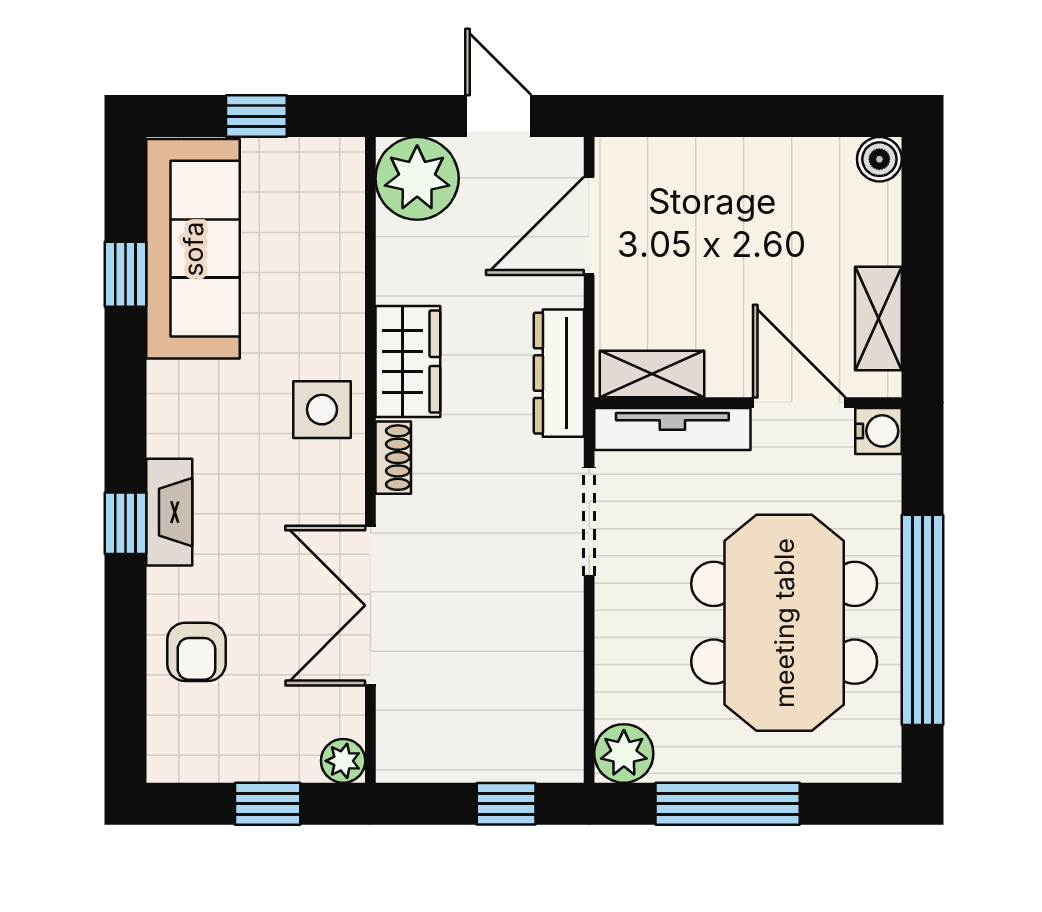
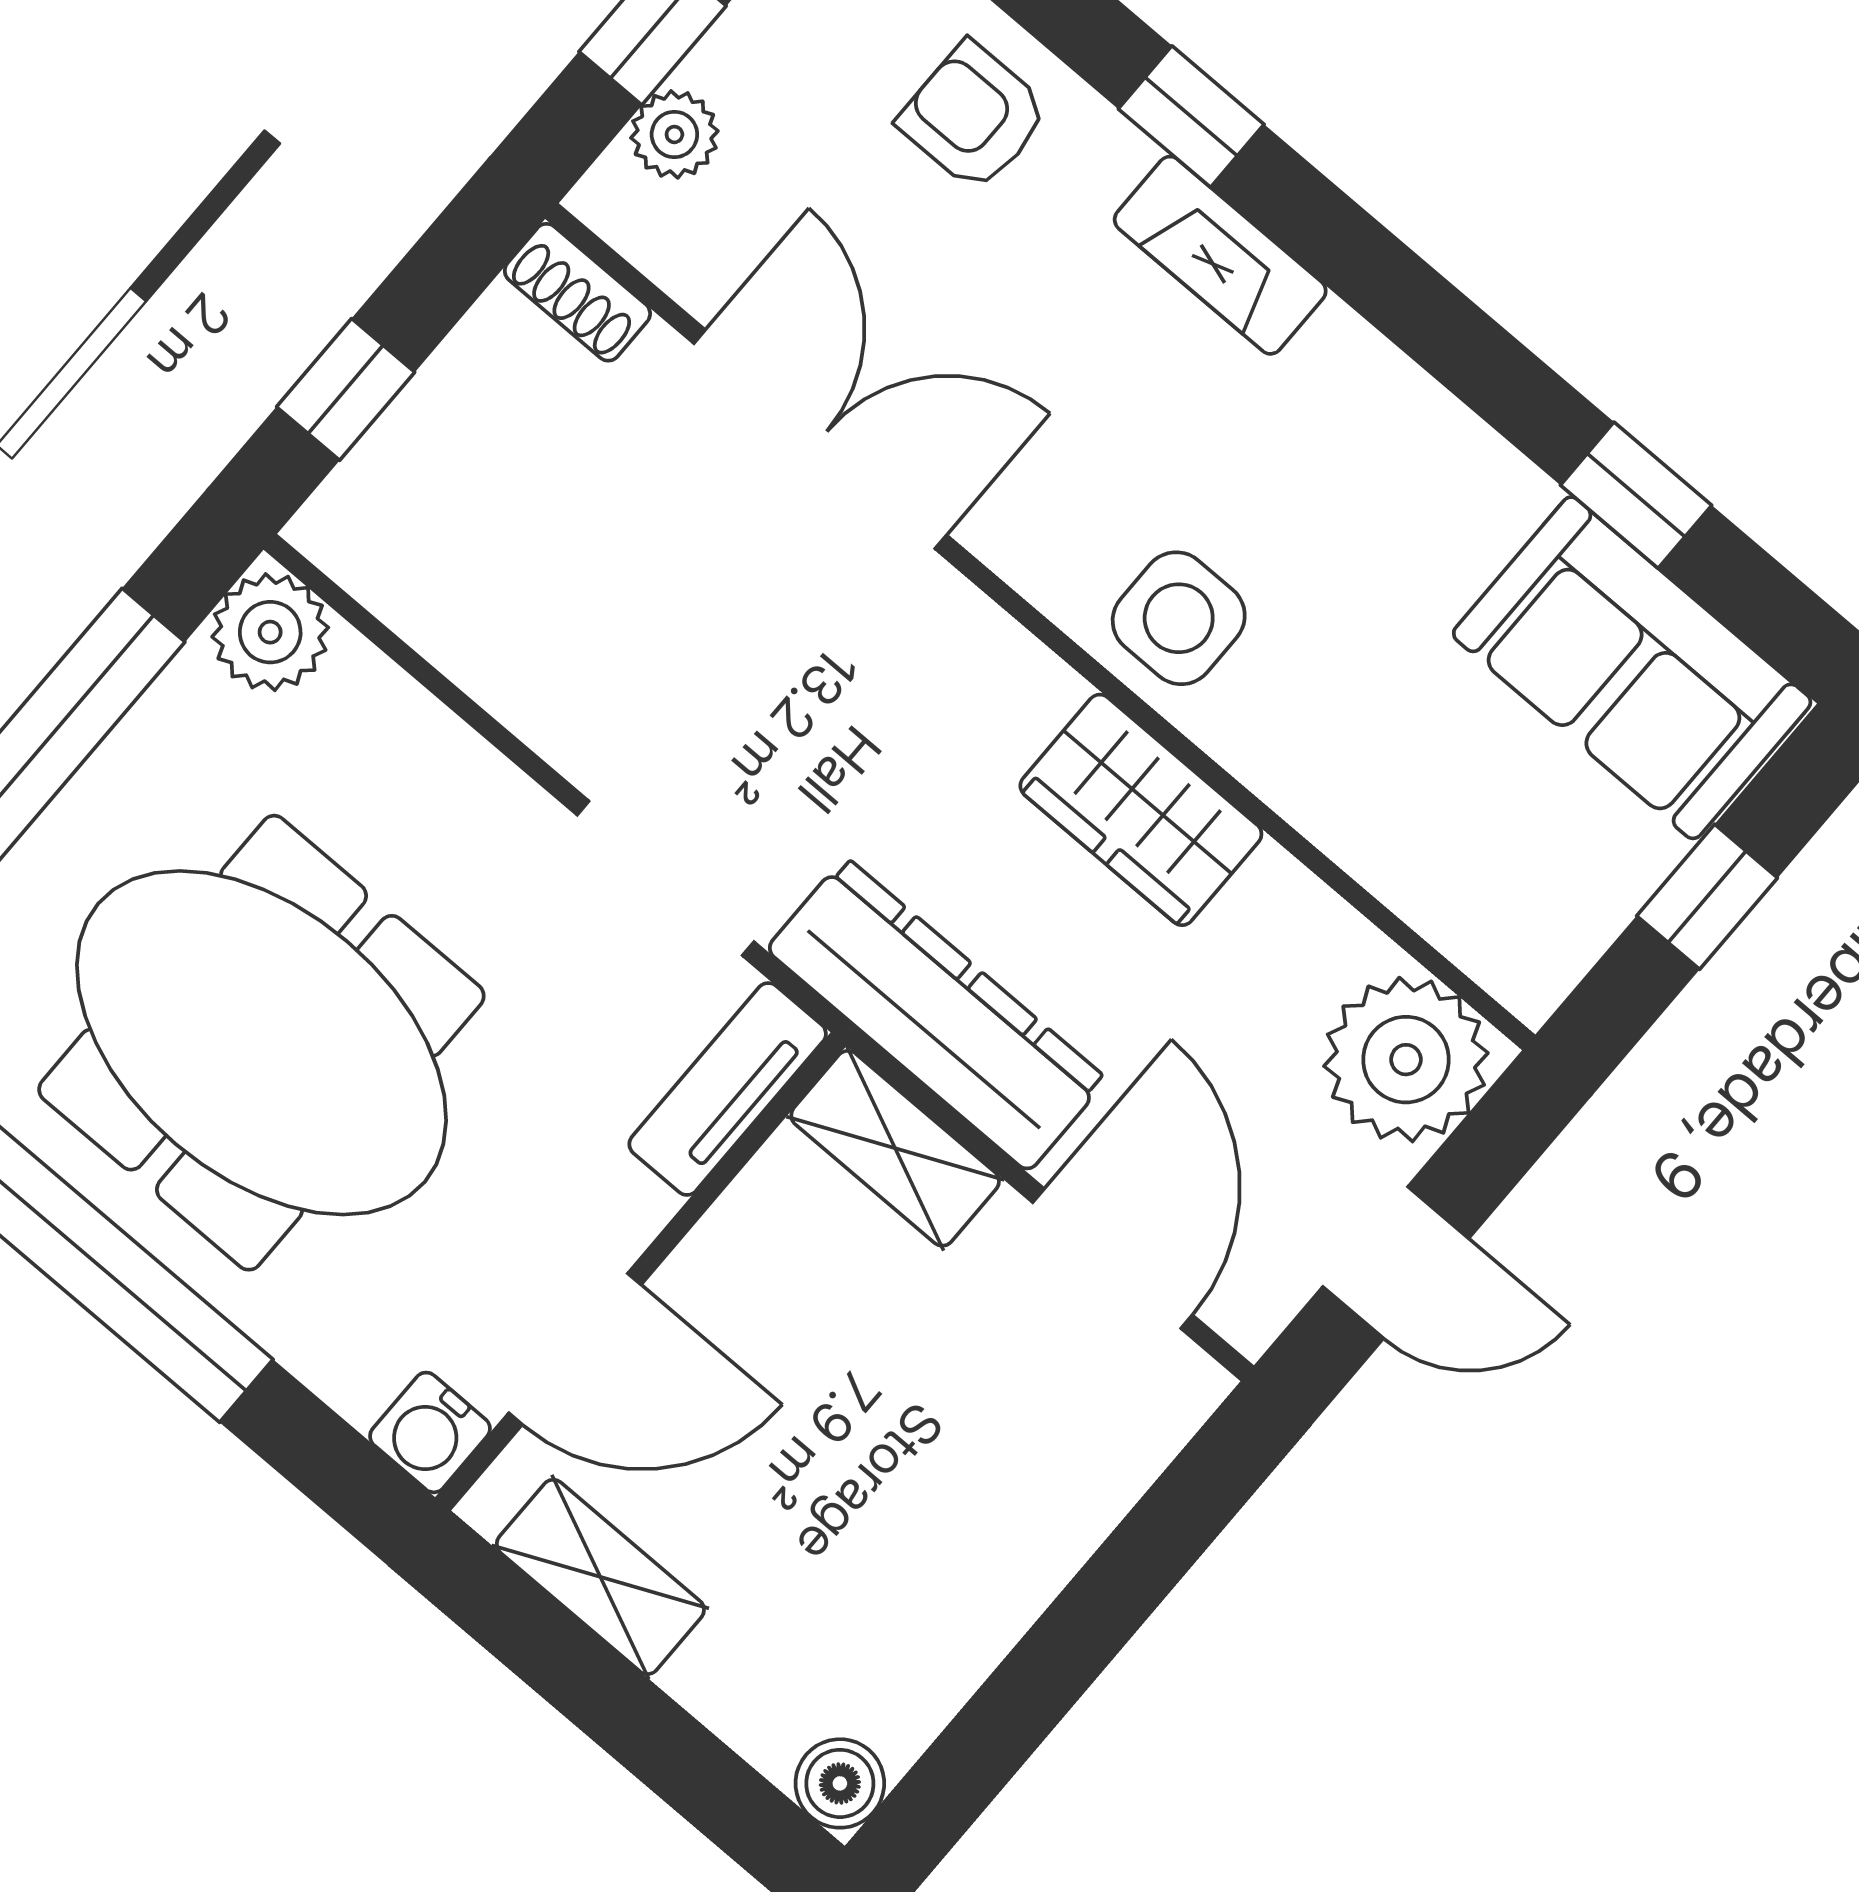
sofa: (193, 249) -> (1632, 668), width x0.73
dresser: (559, 373) -> (937, 1014), width x1.37, depth x1.24
shelving: (652, 374) -> (895, 1148), moved, turned 90
tv unit: (672, 429) -> (728, 1089), width x0.71
shoe rack: (393, 458) -> (577, 292), moved
window: (125, 523) -> (1191, 117), moved
plant: (343, 761) -> (674, 134), moved

